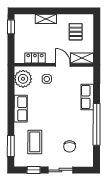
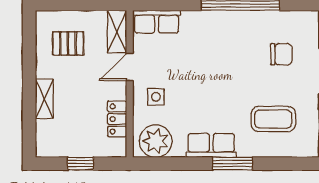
window: (11, 27) -> (81, 164), moved
row of seats: (87, 97) -> (157, 22), moved
window: (11, 146) -> (233, 164), moved

